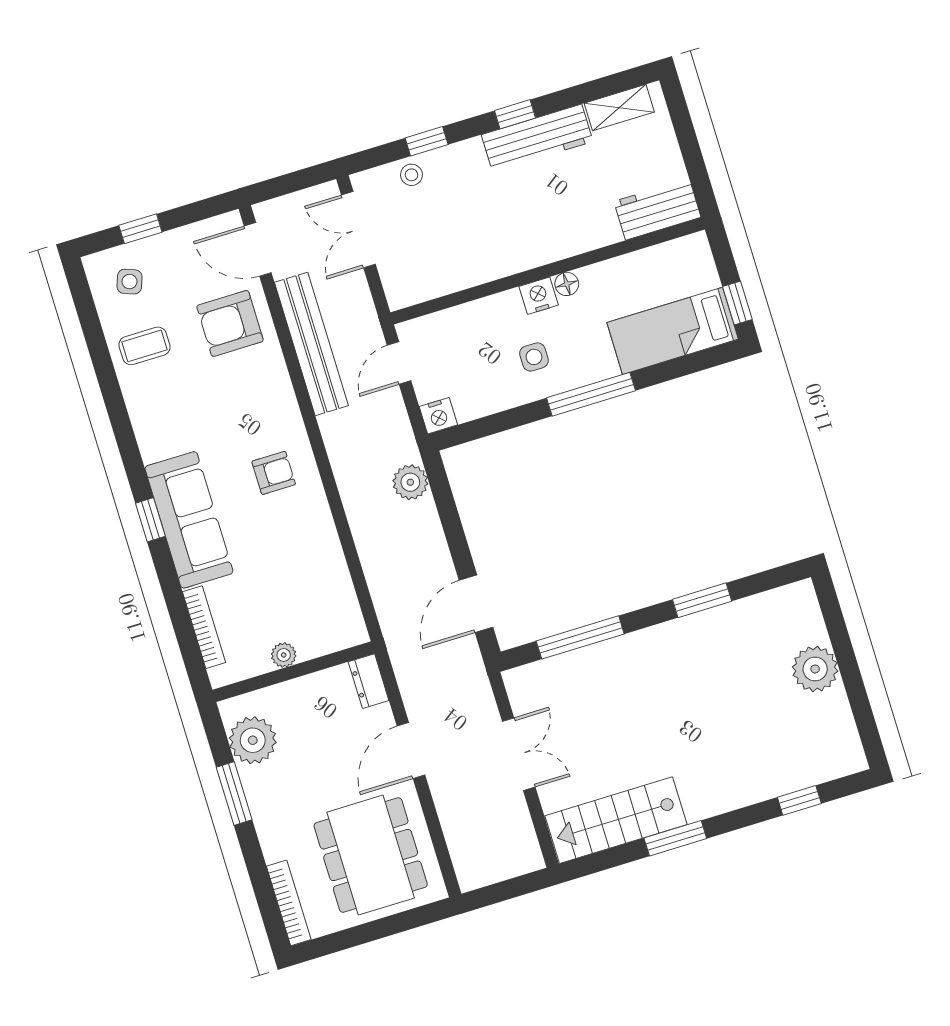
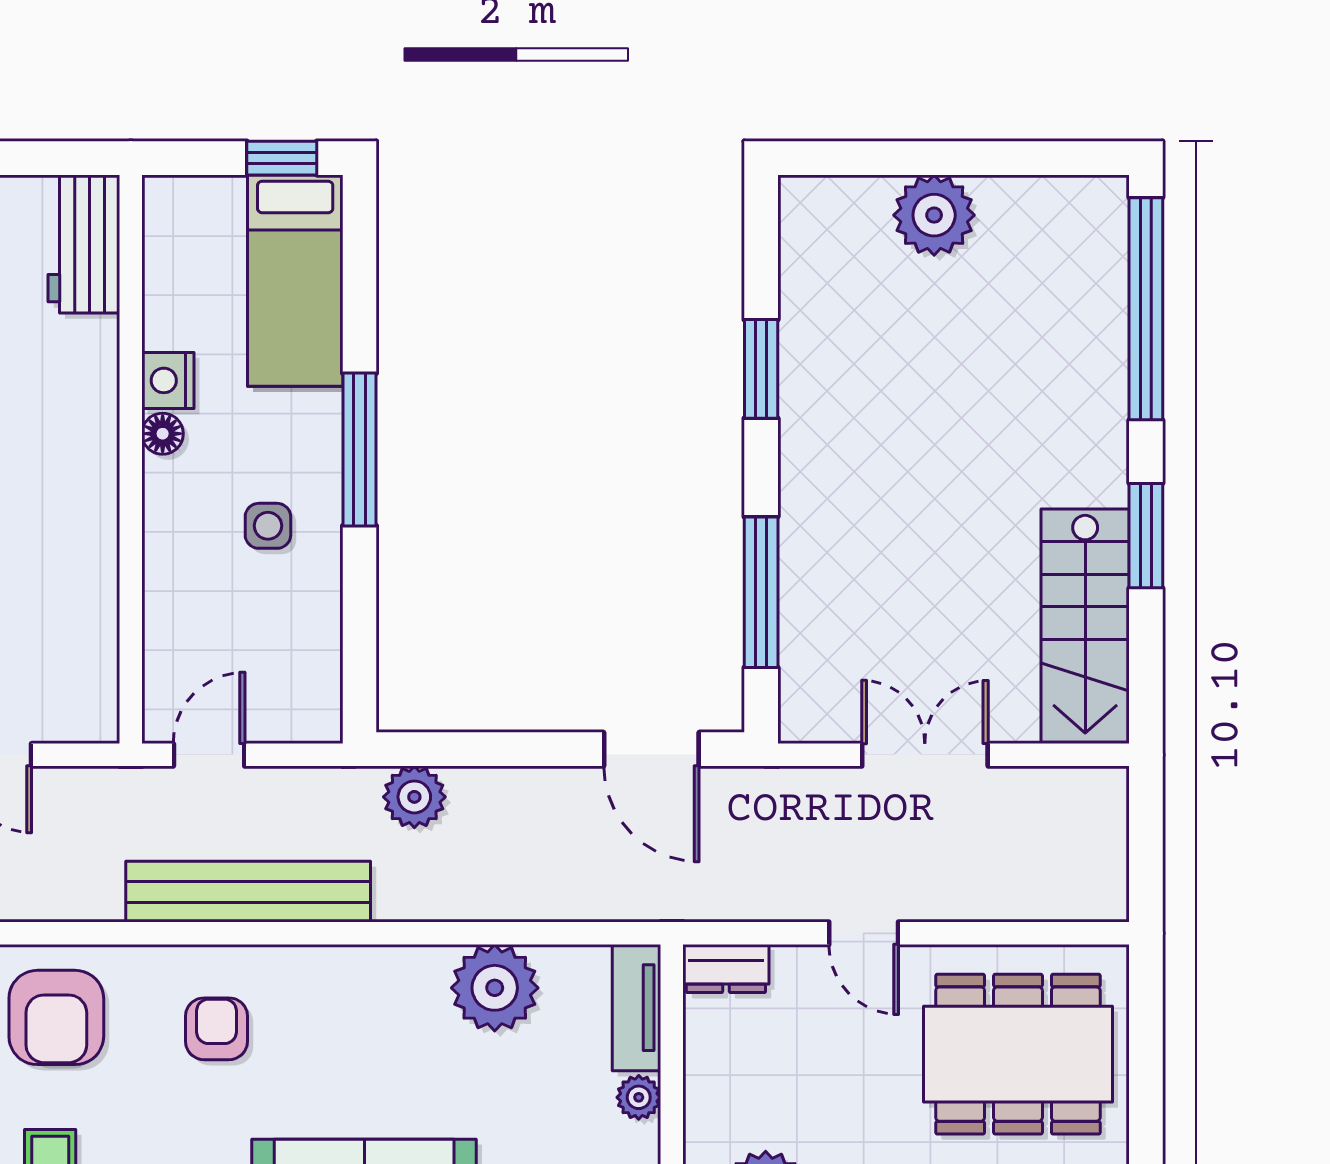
nightstand: (539, 296) -> (168, 380), moved
bench: (311, 344) -> (248, 892), moved
door: (399, 363) -> (209, 755), swing flipped
nightstand: (438, 416) -> (317, 716), removed
armchair: (274, 473) -> (217, 1029), moved
plant: (319, 558) -> (495, 988), added
tv unit: (332, 639) -> (637, 1008), added
door: (411, 751) -> (864, 933), width x0.73
window: (799, 800) -> (1146, 309), width x3.17

